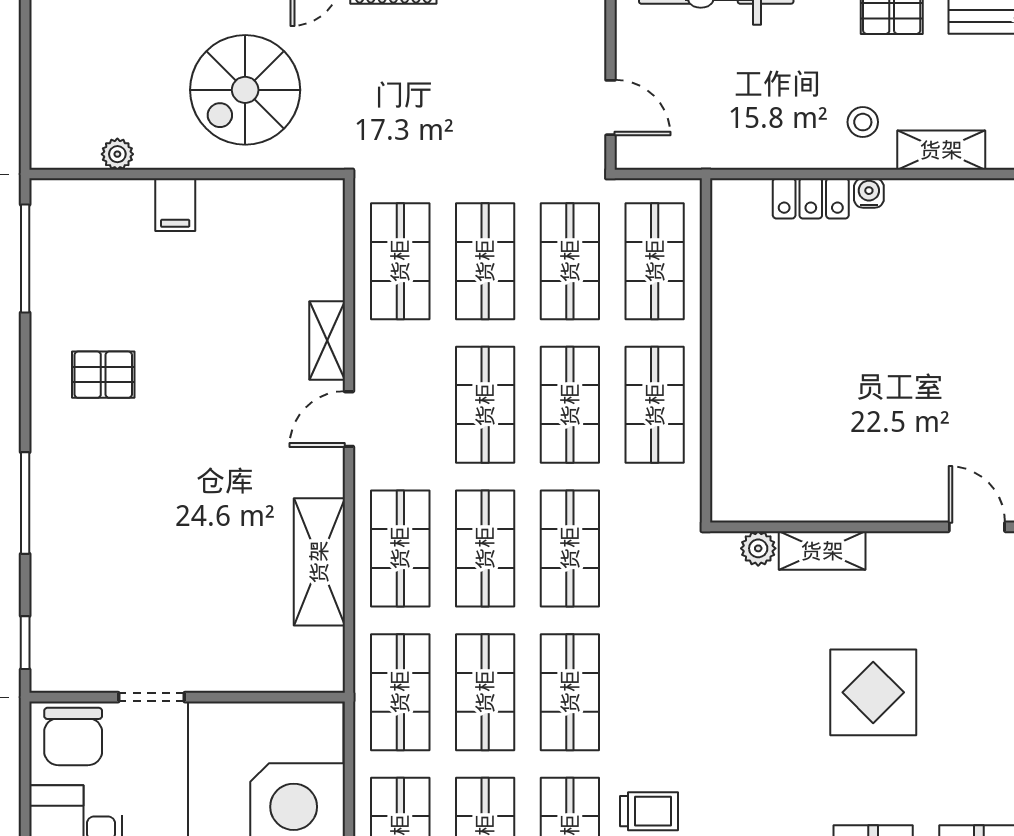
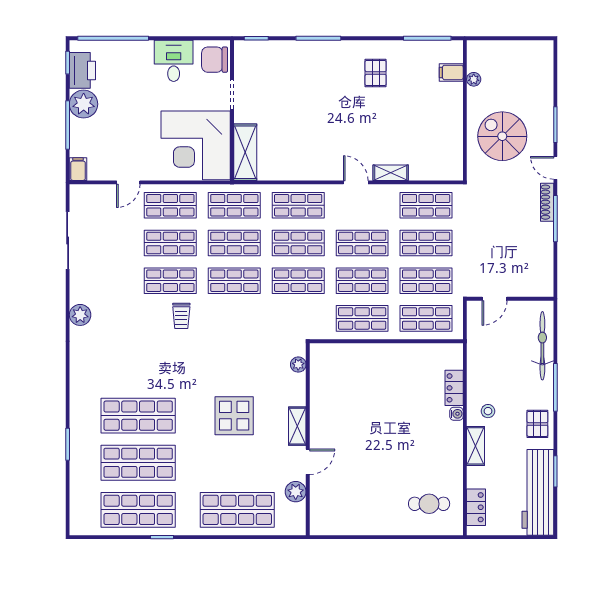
filing cabinet: (175, 205) -> (451, 72), moved
shelving: (822, 551) -> (297, 426), moved
shelving: (319, 562) -> (245, 152), moved, turned 90

